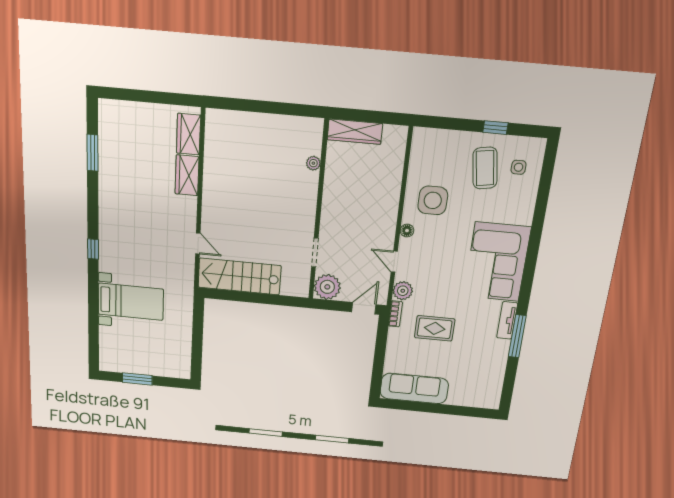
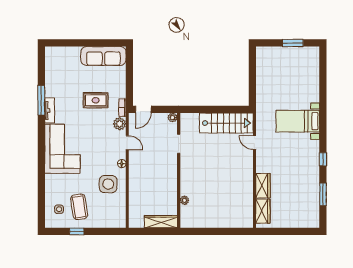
window: (93, 249) -> (323, 159), moved
plant: (327, 287) -> (173, 118), width x0.53, depth x0.53
bed with nightstands: (131, 302) -> (298, 121), moved

